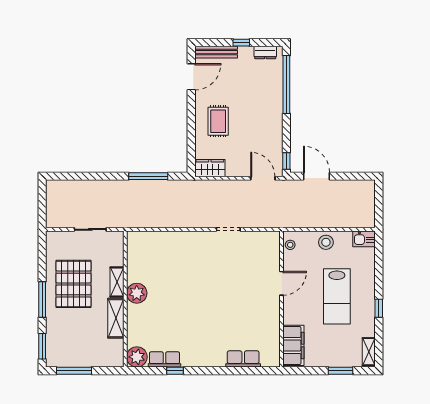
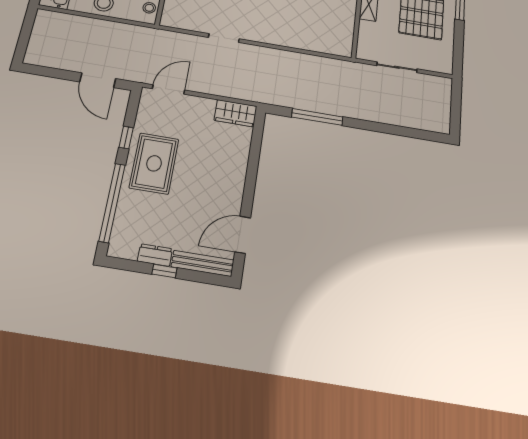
dresser: (265, 52) -> (155, 255), moved
rug: (218, 121) -> (154, 163), moved, width x1.36, depth x1.43
window: (286, 161) -> (126, 138), moved
door: (263, 178) -> (169, 89), swing flipped

